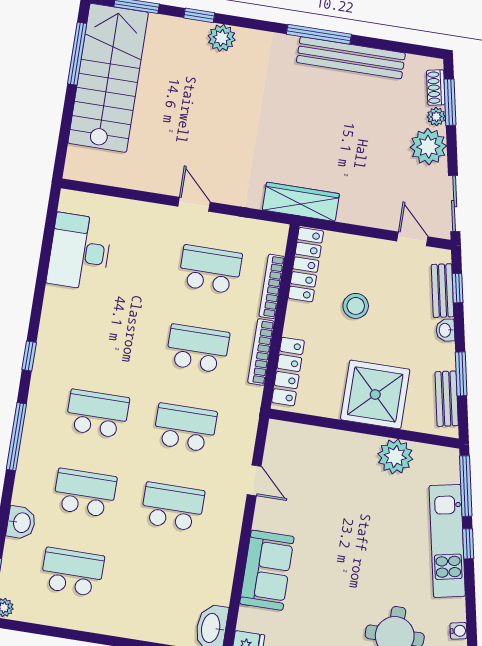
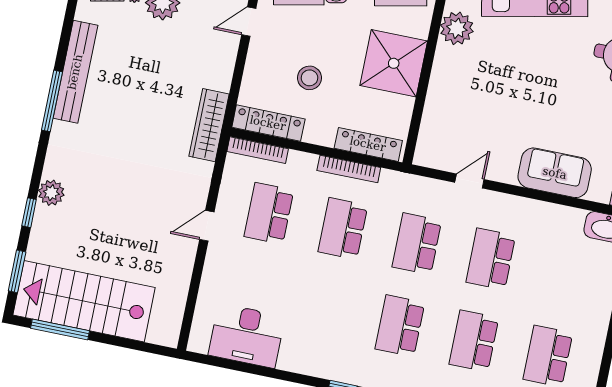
bookcase: (272, 286) -> (258, 150), moved
plant: (395, 457) -> (457, 28), moved

